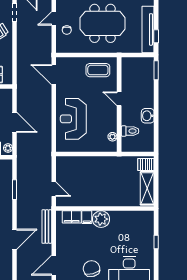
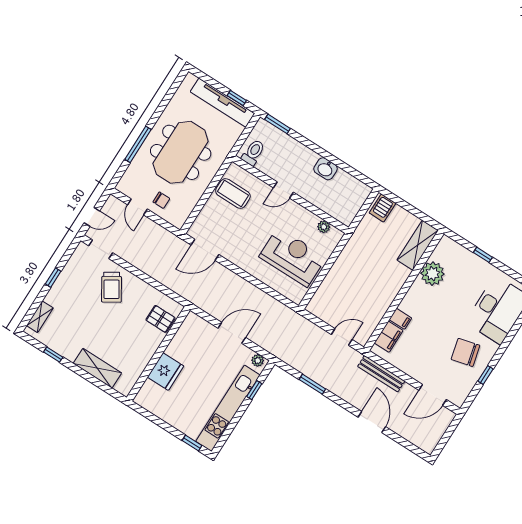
coffee table: (98, 70) -> (233, 193), turned 90
reception desk: (73, 119) -> (293, 257), moved, turned 180
toilet: (130, 131) -> (253, 152), moved
shelving: (147, 188) -> (418, 245), moved, turned 90
plant: (101, 219) -> (432, 274), moved
door: (54, 265) -> (433, 395), hinge flipped

